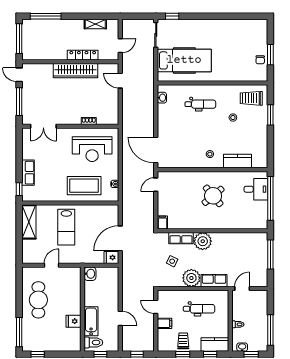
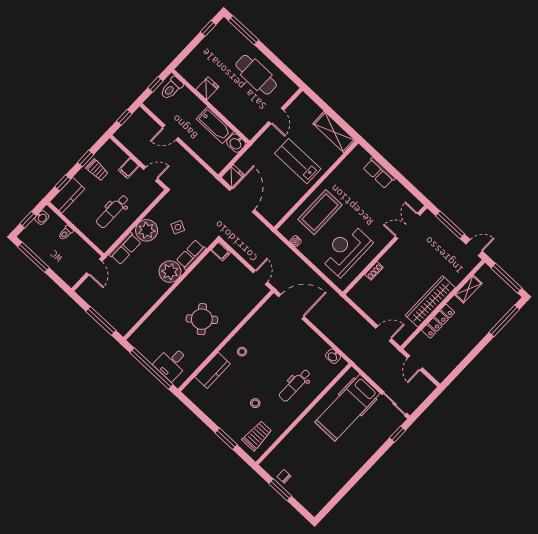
shelving: (95, 24) -> (468, 289), moved
window: (19, 189) -> (372, 151), removed
bathtub: (91, 321) -> (215, 125), moved

